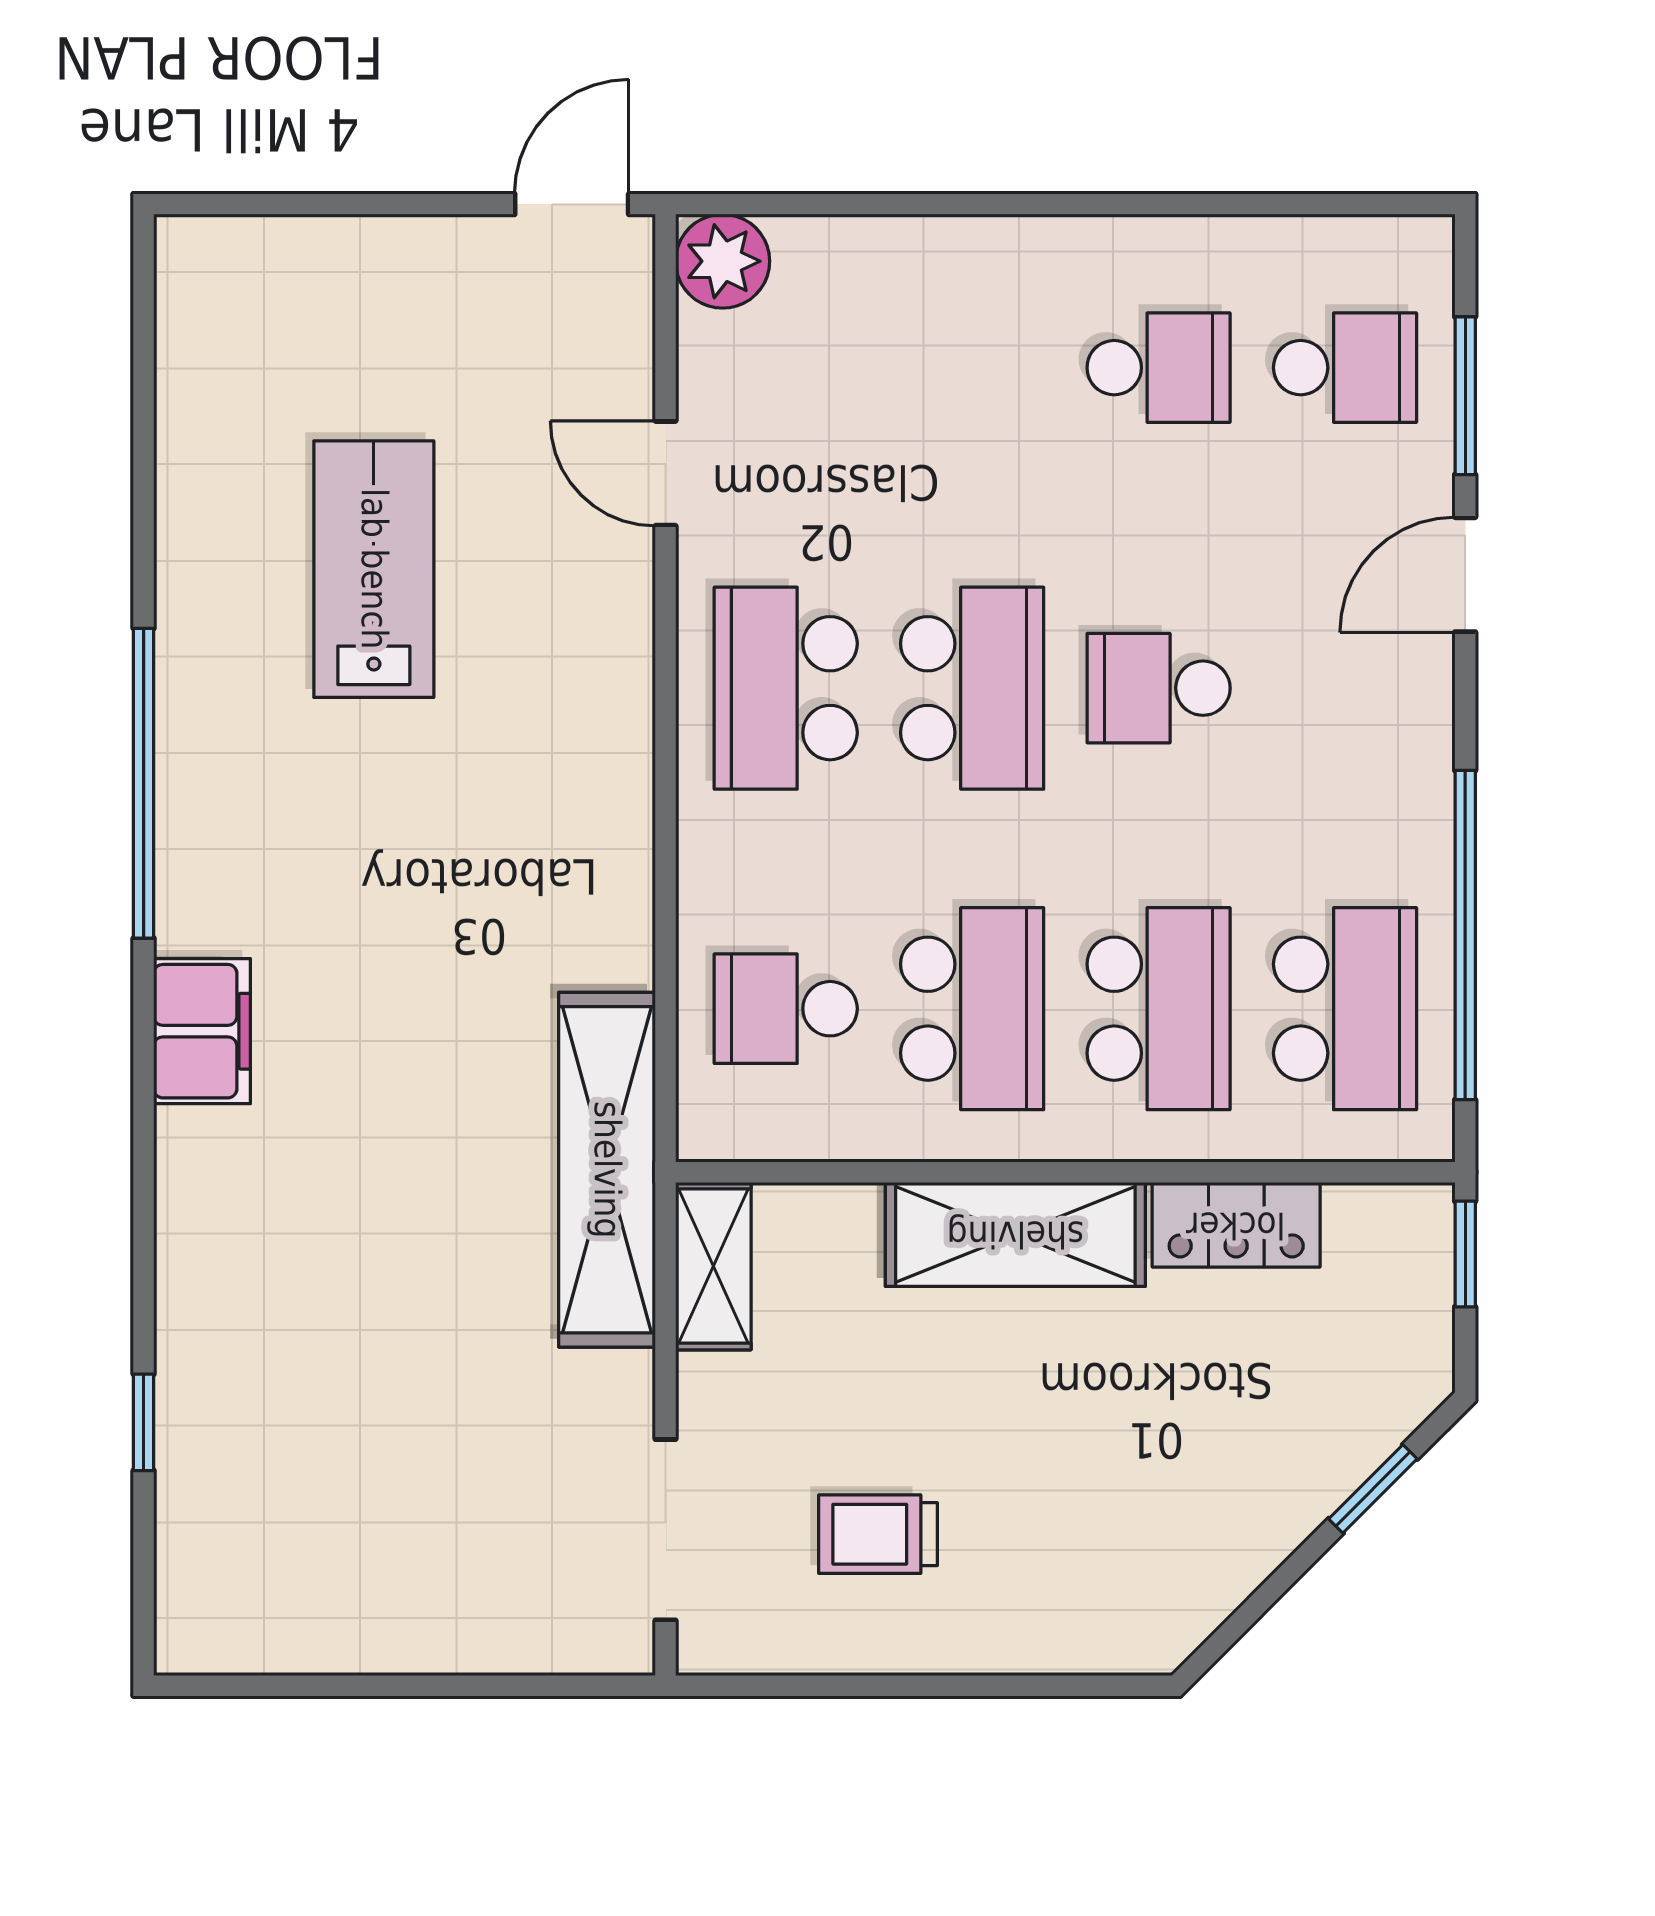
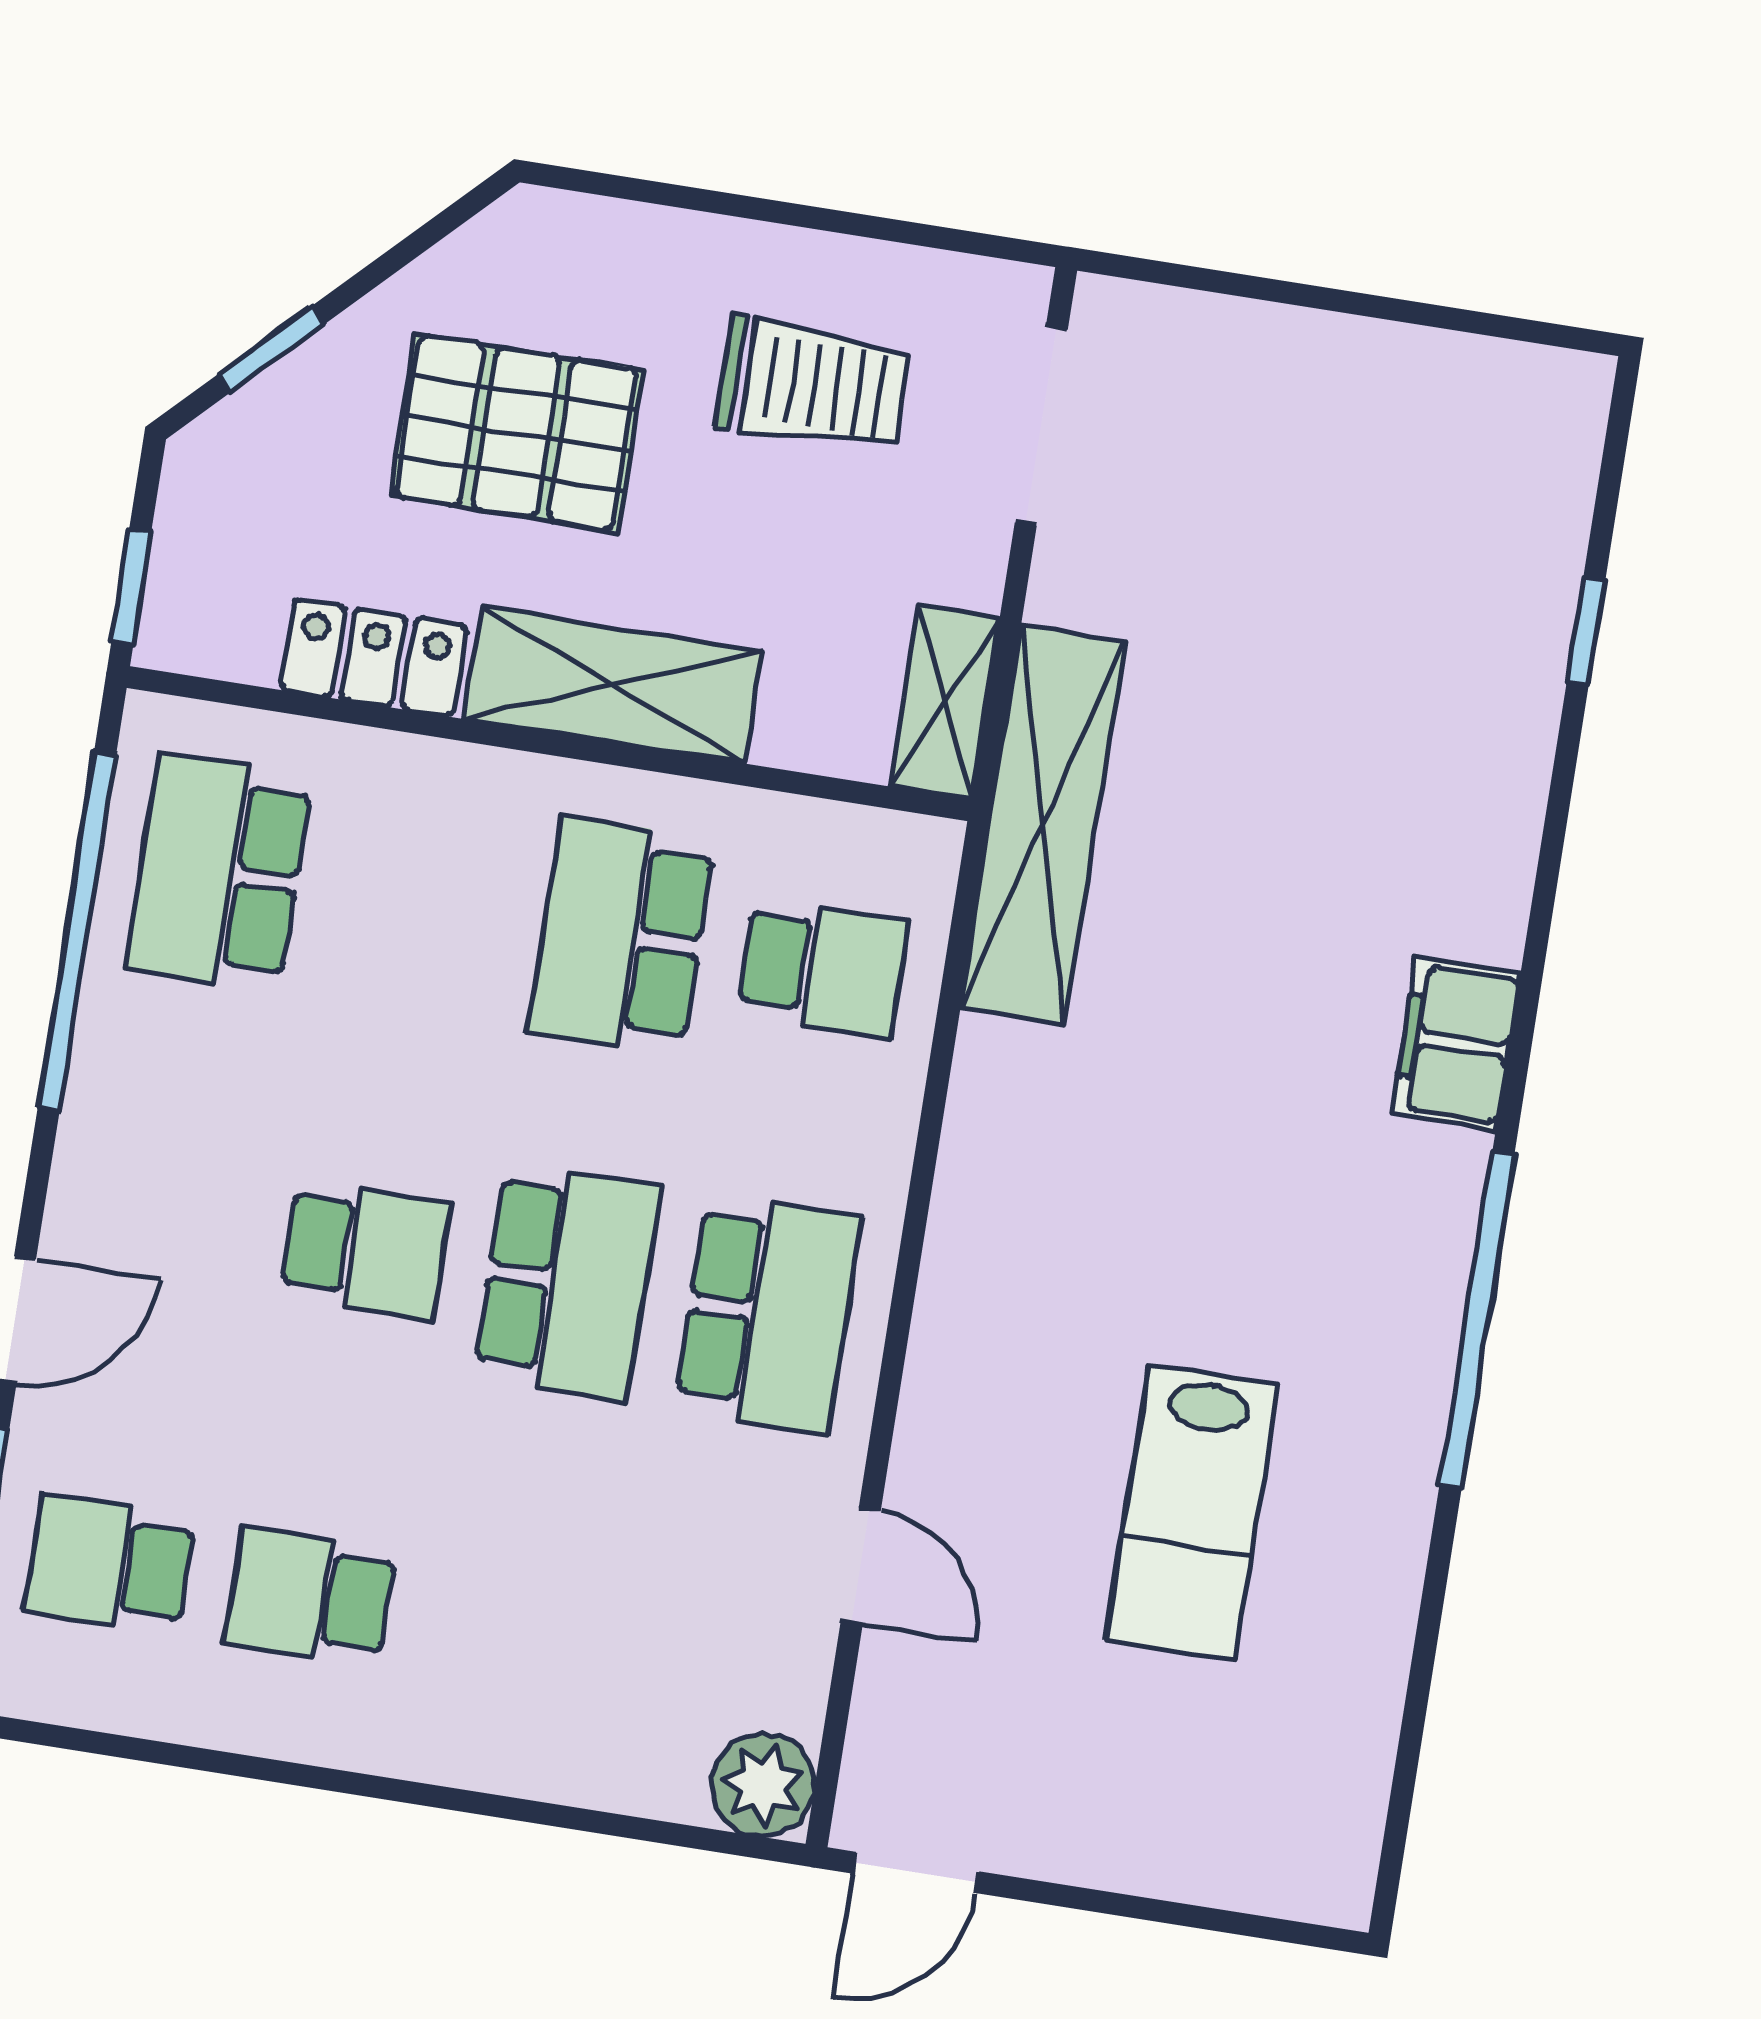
school desk: (972, 688) -> (567, 1282), turned 180
school desk: (1159, 1009) -> (420, 904), removed
pallet: (1139, 1449) -> (516, 433), added
trolley: (878, 1534) -> (813, 385), width x1.36, depth x1.39

